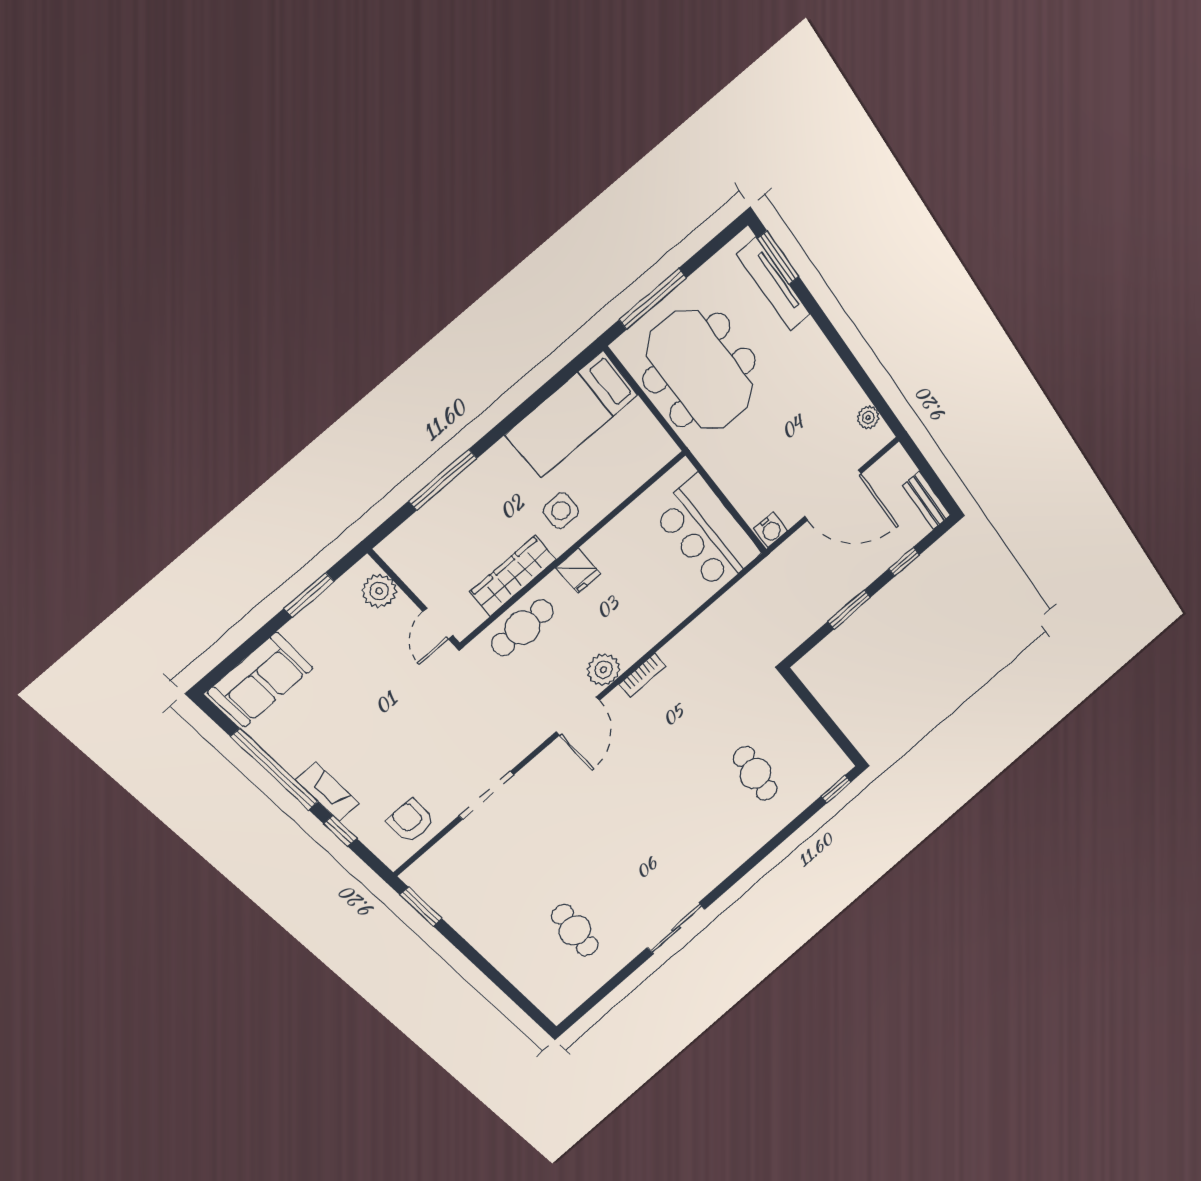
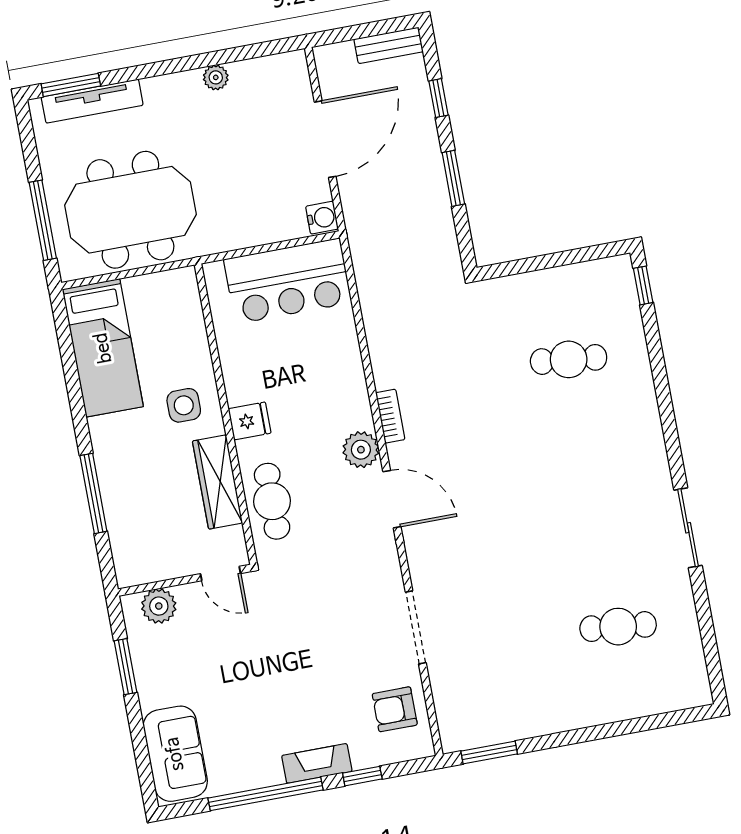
plant: (868, 418) -> (216, 77), moved

